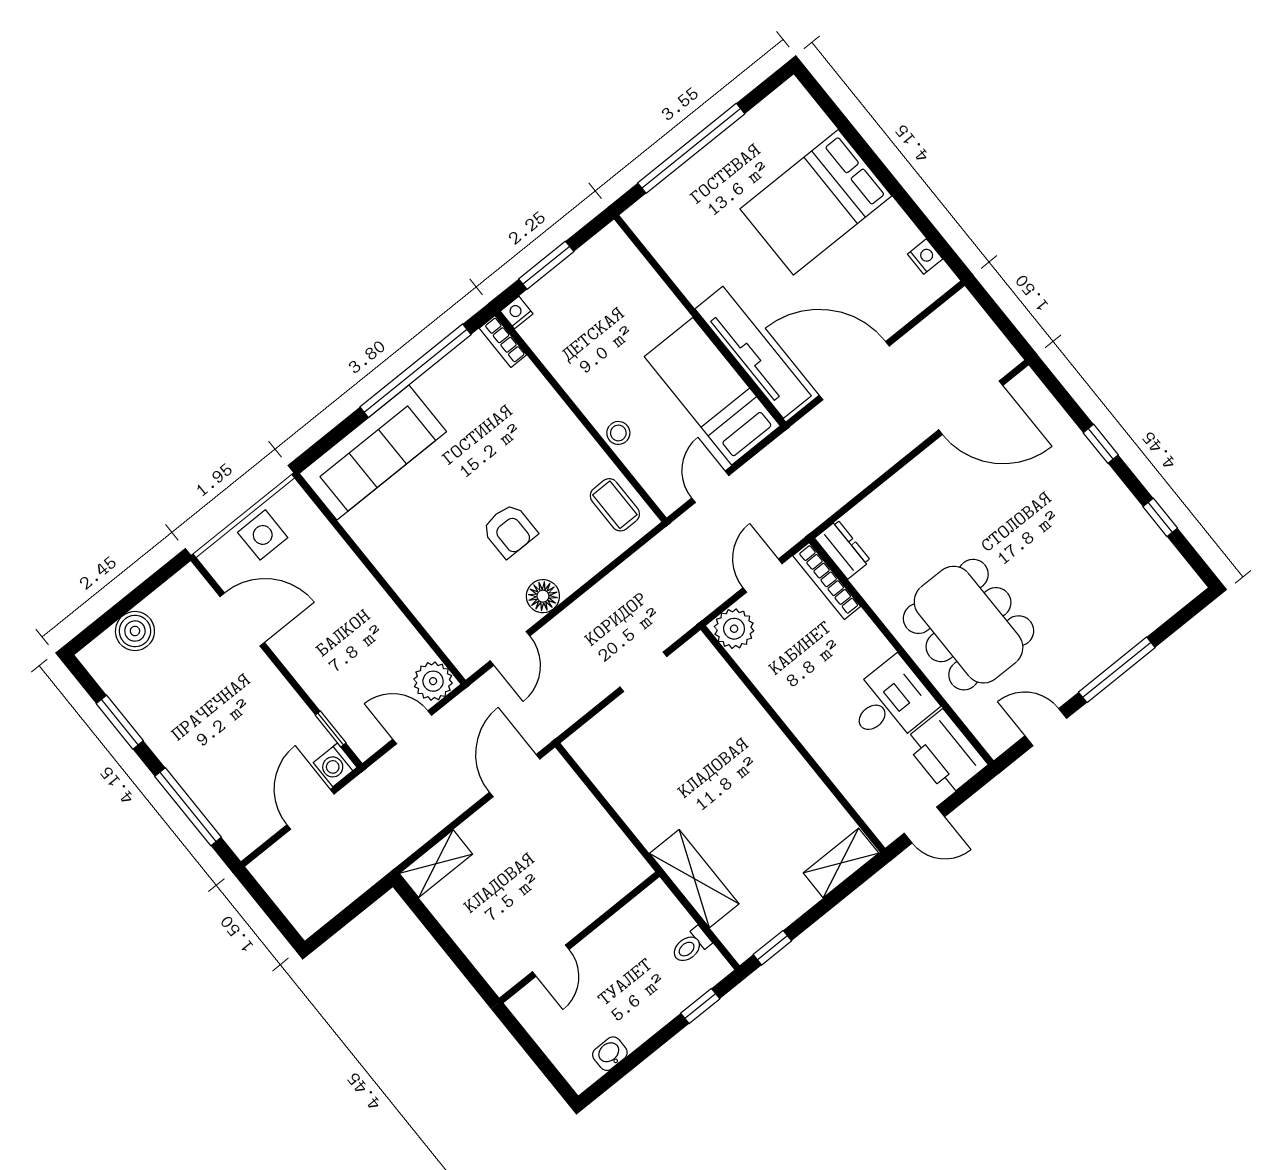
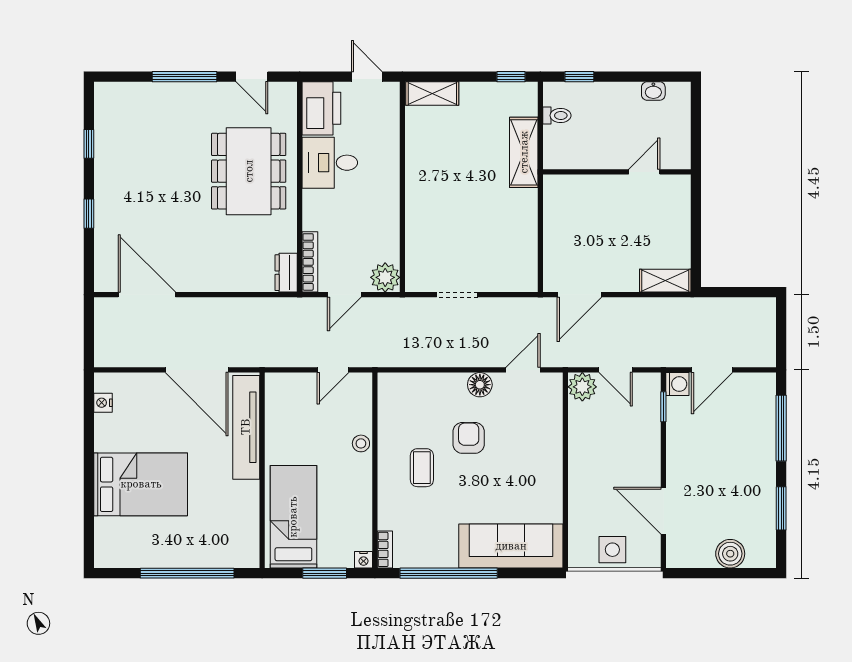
bed: (712, 391) -> (293, 517), moved, turned 180
coffee table: (615, 505) -> (422, 468), moved

